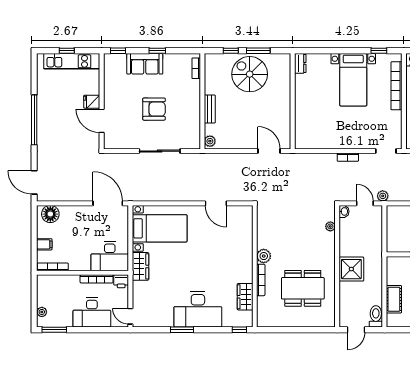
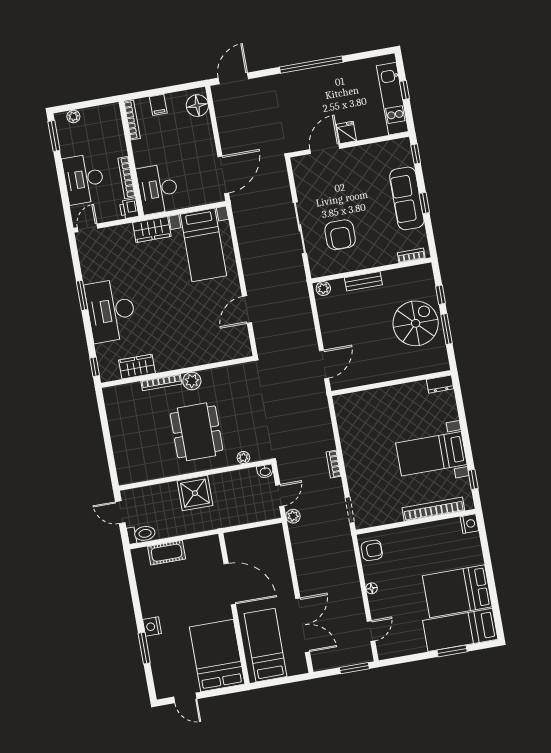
sofa: (145, 64) -> (407, 198), width x1.36
armchair: (154, 109) -> (340, 235), moved
dining table: (303, 288) -> (197, 432), moved

